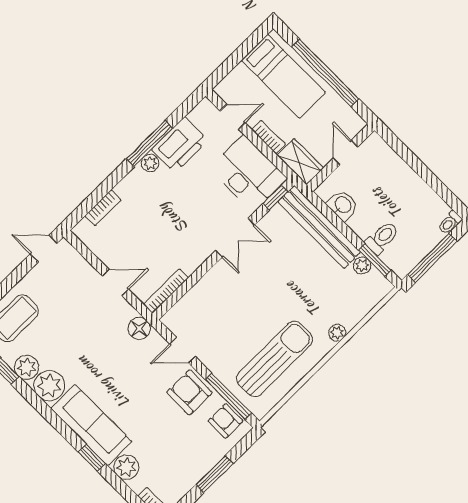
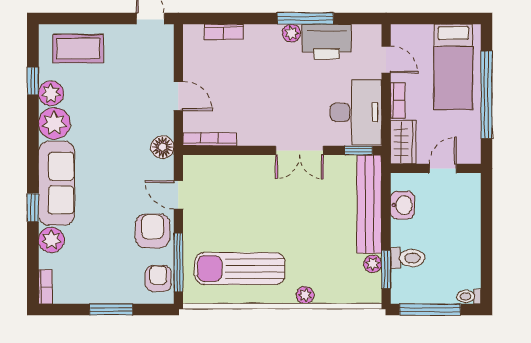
sun lounger: (275, 359) -> (240, 269), turned 180

